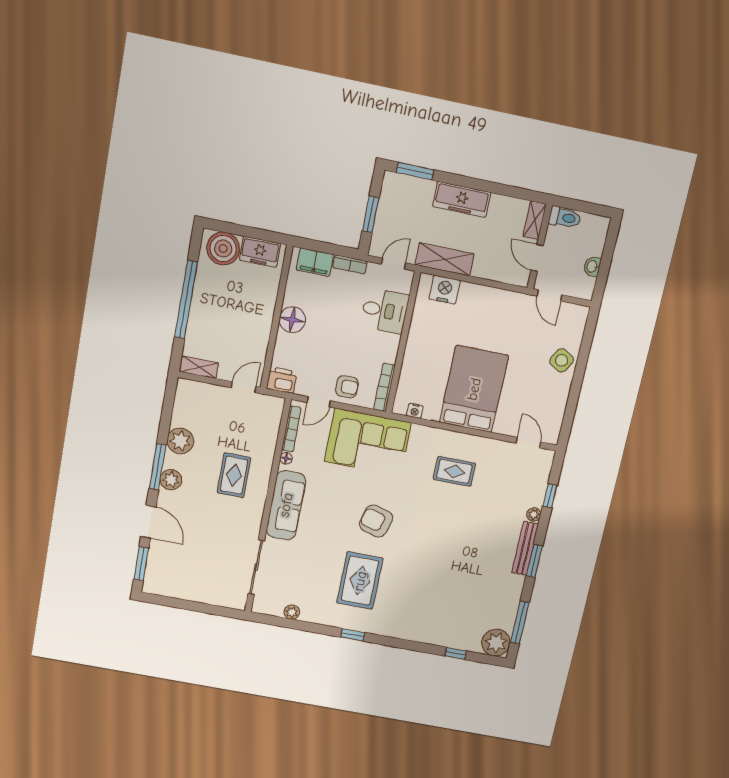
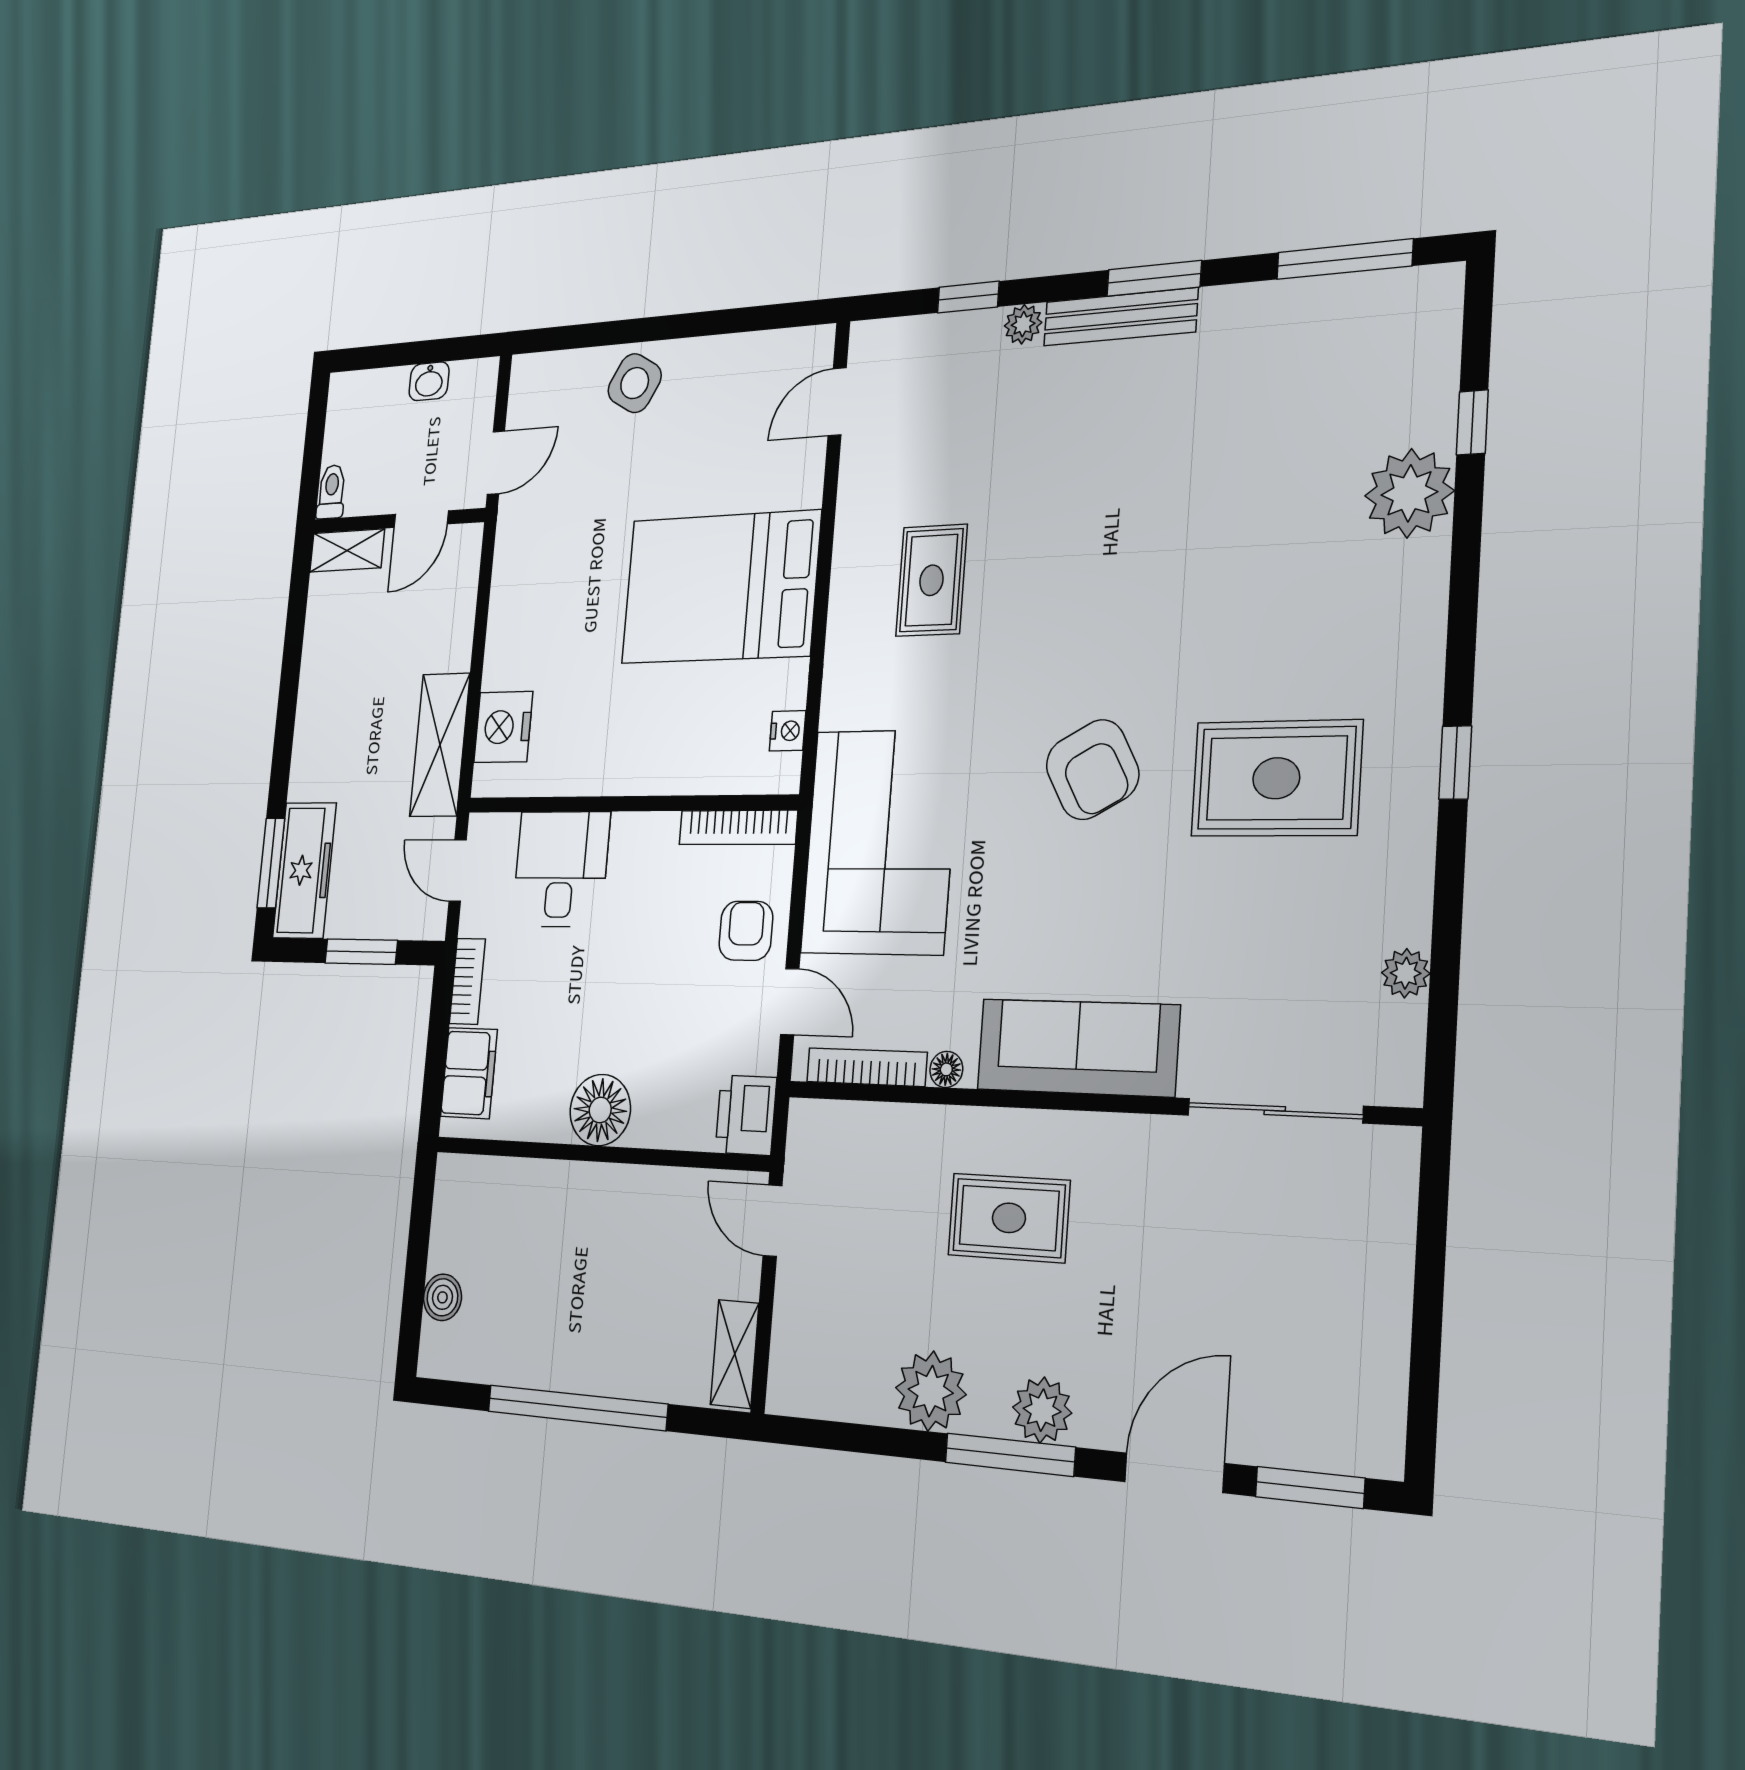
freezer: (462, 199) -> (304, 870), moved
toilet: (565, 218) -> (331, 492), width x0.73, depth x0.72
boiler: (223, 249) -> (442, 1297), width x0.54, depth x0.54
freezer: (260, 252) -> (457, 1220), removed
armchair: (376, 521) -> (1092, 770), turned -44
plant: (496, 643) -> (1409, 493), moved

